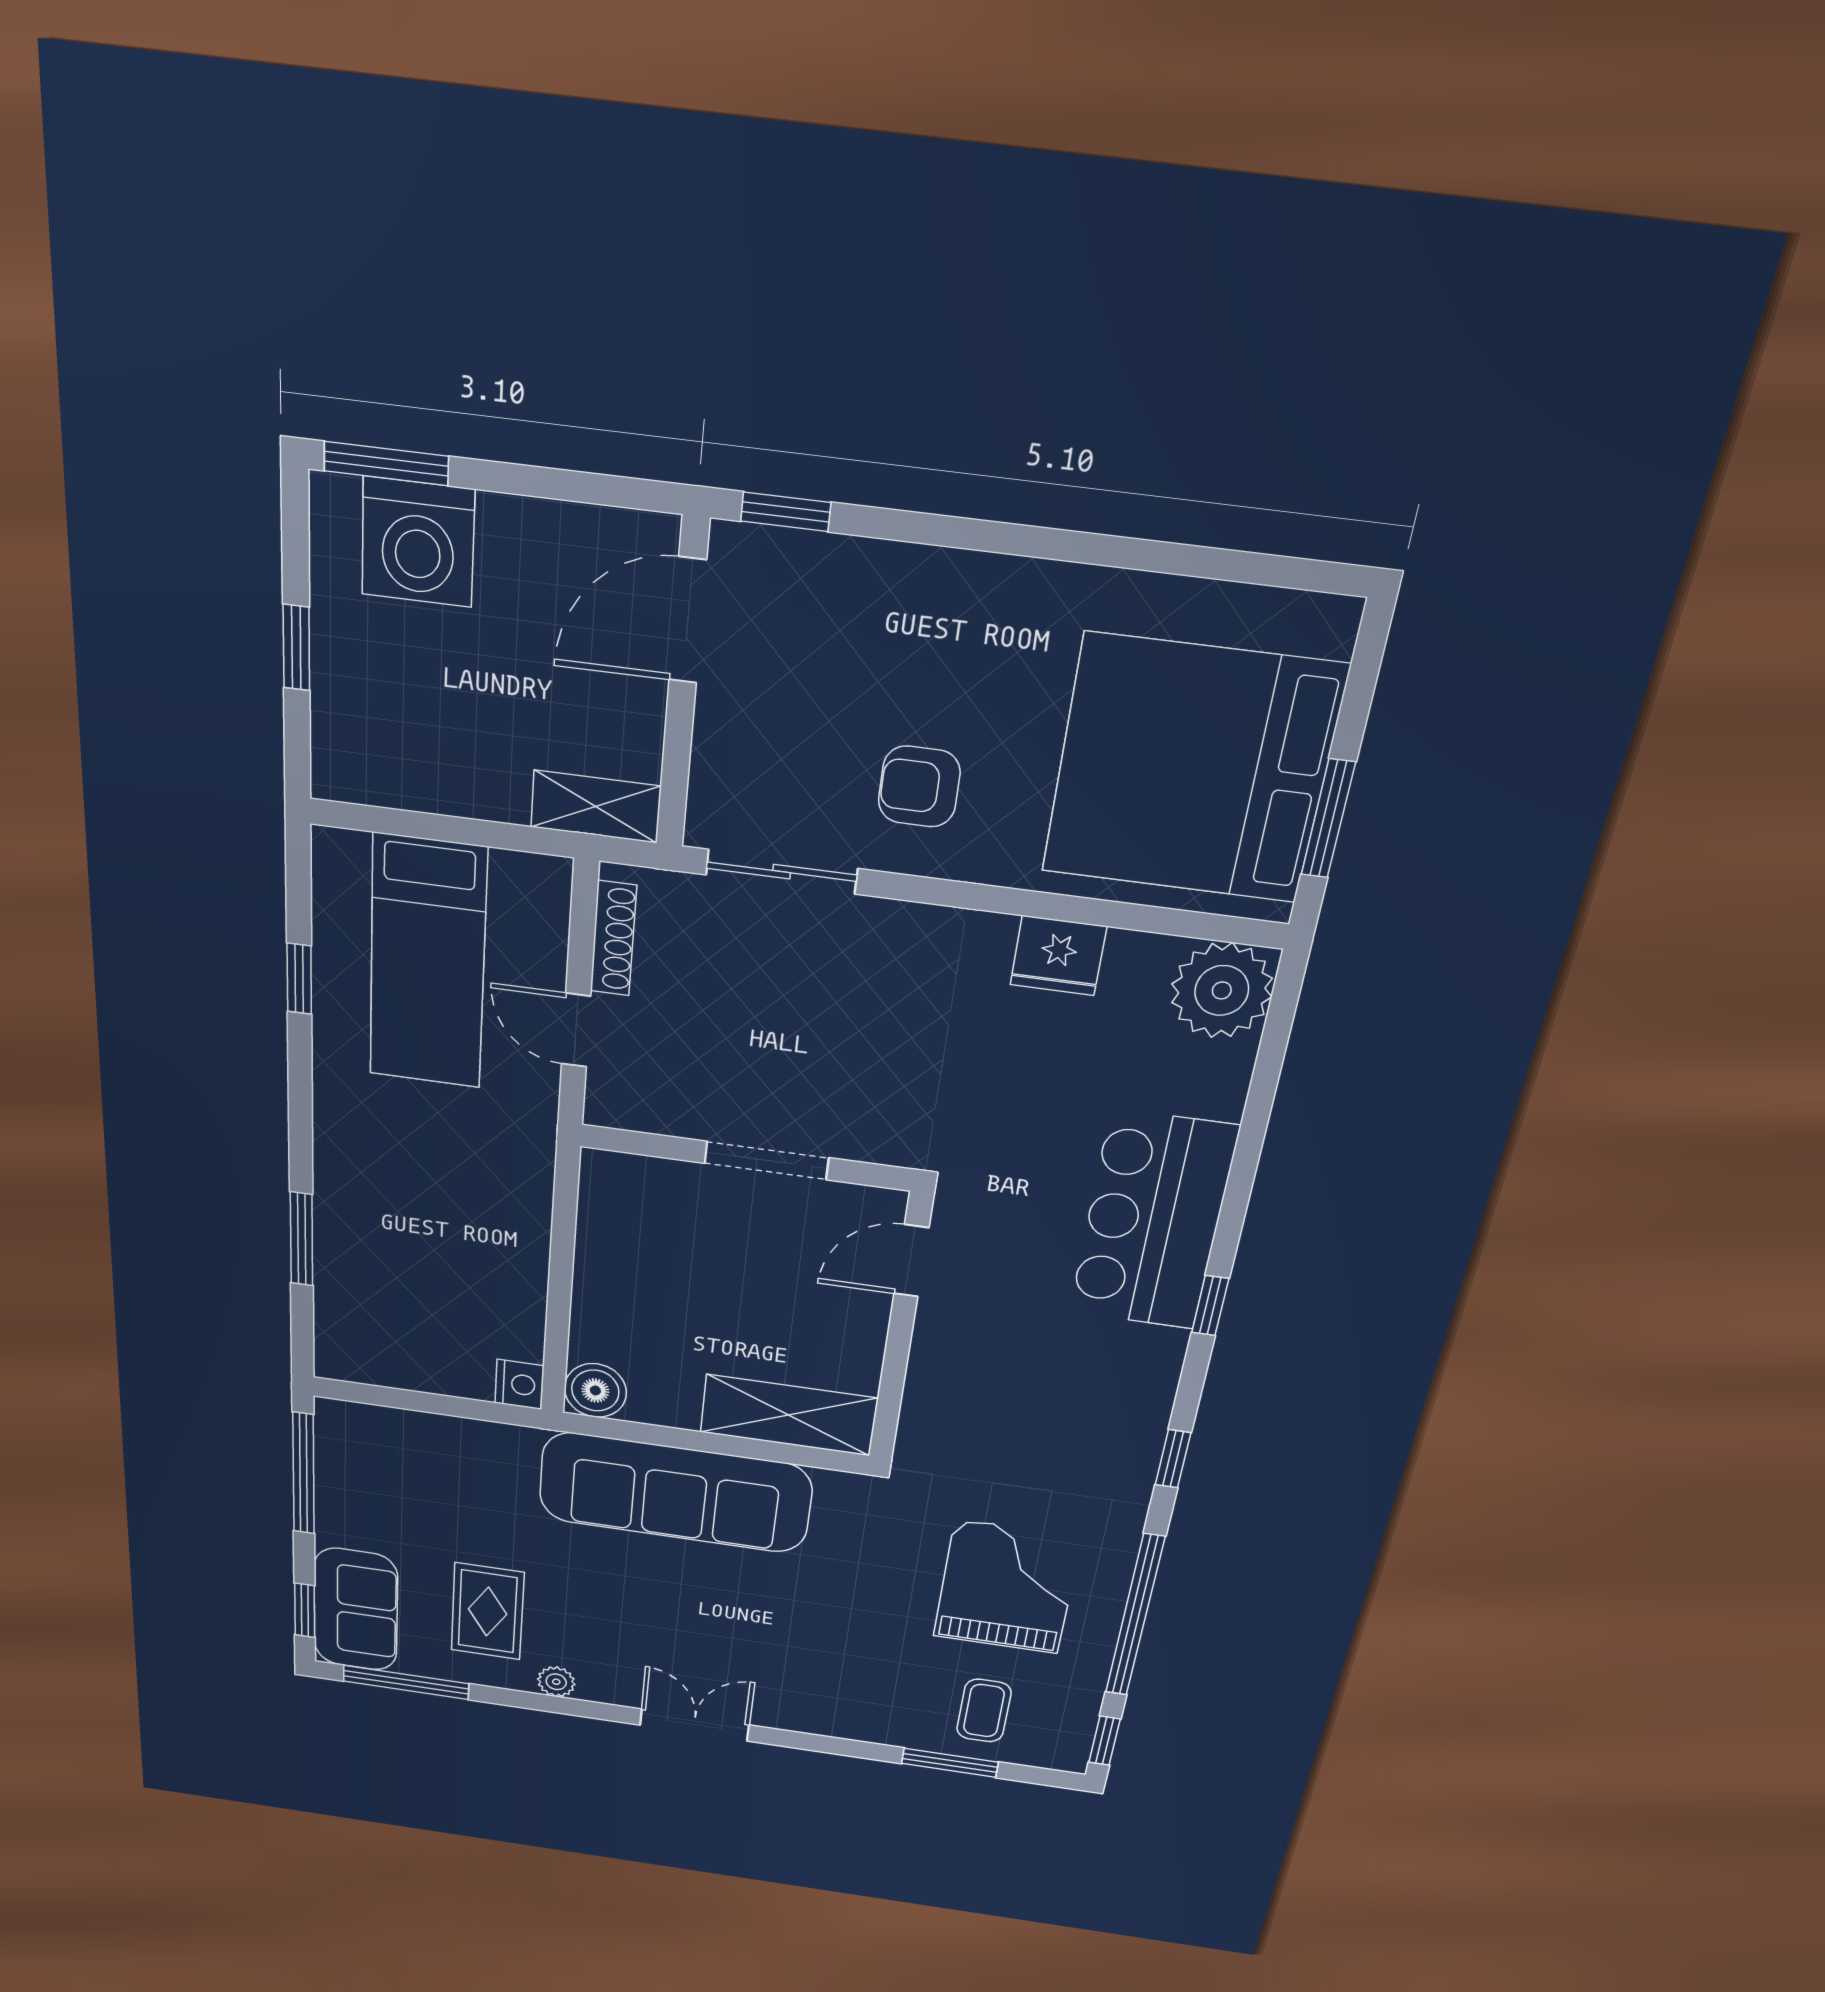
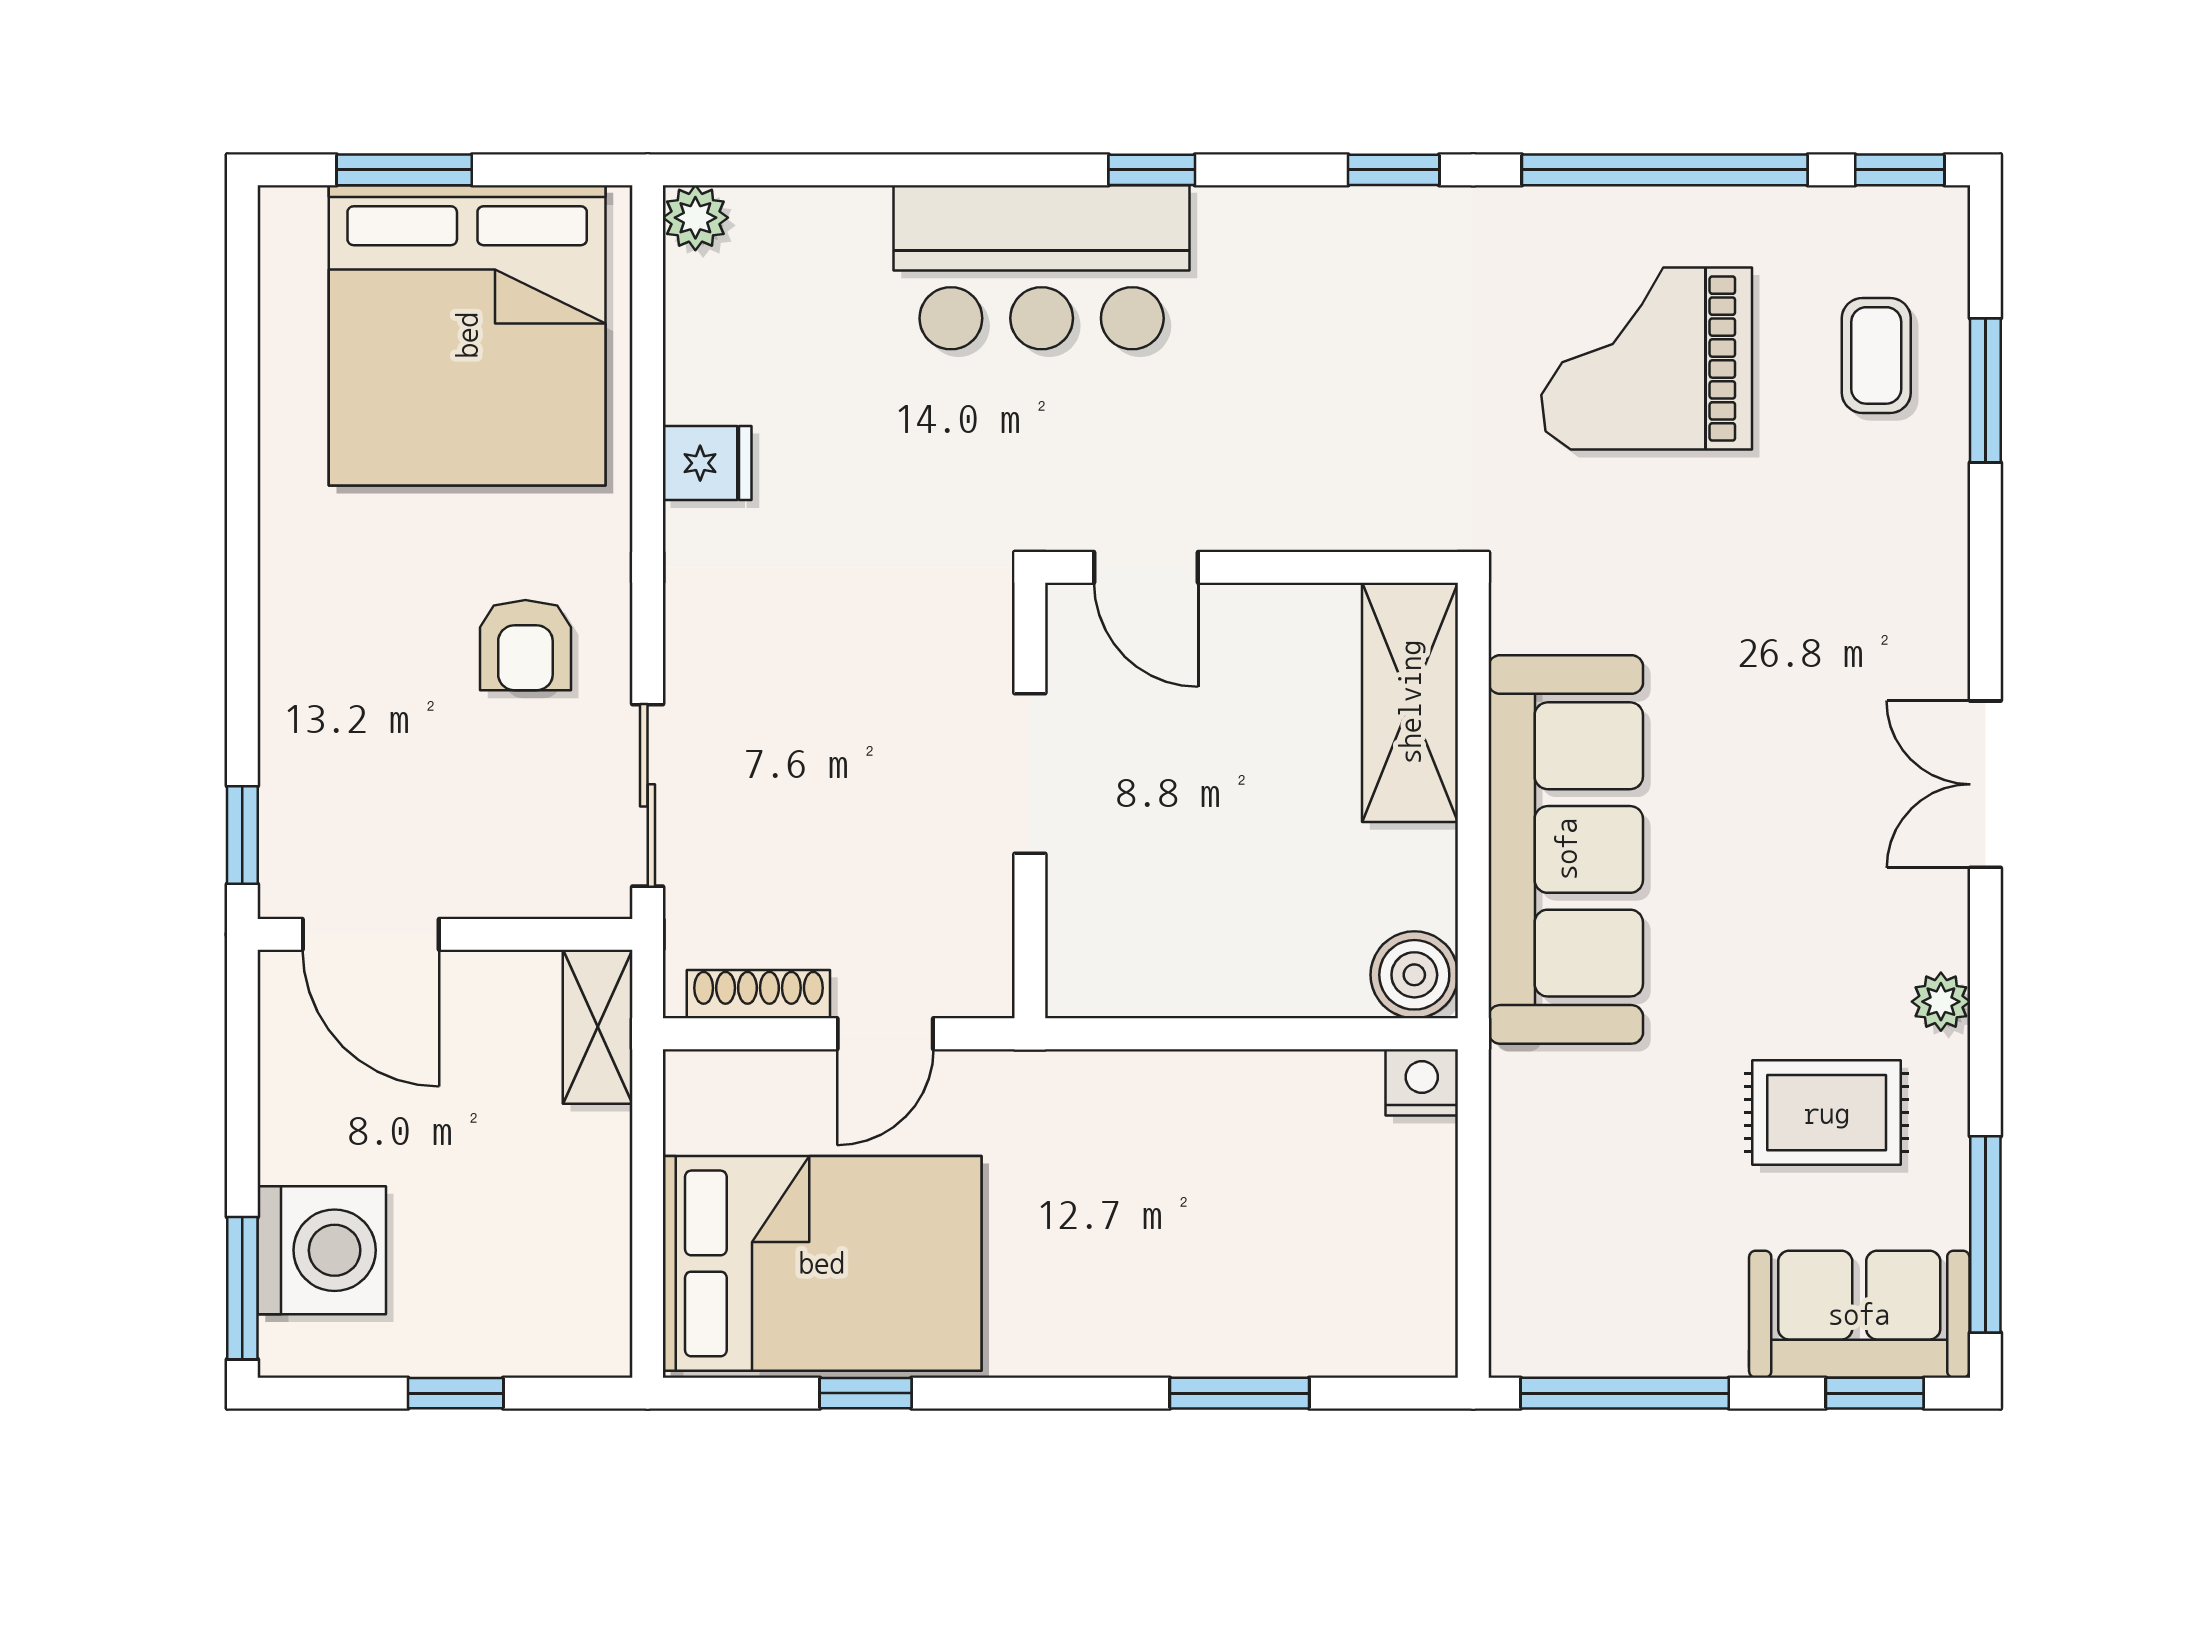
window: (1328, 819) -> (404, 170), moved
fridge: (1058, 956) -> (707, 463), width x0.72
bed: (427, 963) -> (822, 1263), width x1.50
plant: (1222, 990) -> (695, 218), width x0.53, depth x0.53
coffee table: (984, 1711) -> (1876, 355), turned 90

